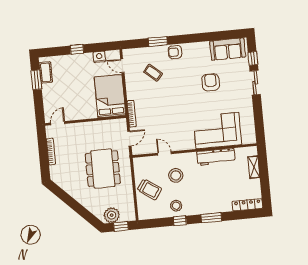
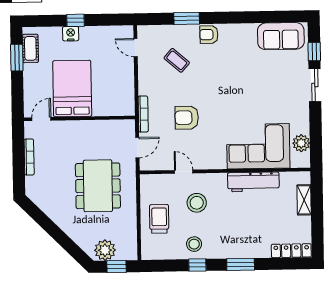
nightstand: (99, 57) -> (71, 34), moved
armchair: (211, 82) -> (187, 118), moved, turned -90
bed: (110, 96) -> (72, 89), moved
plant: (249, 126) -> (301, 143), added
trolley: (149, 189) -> (159, 219), turned -124

